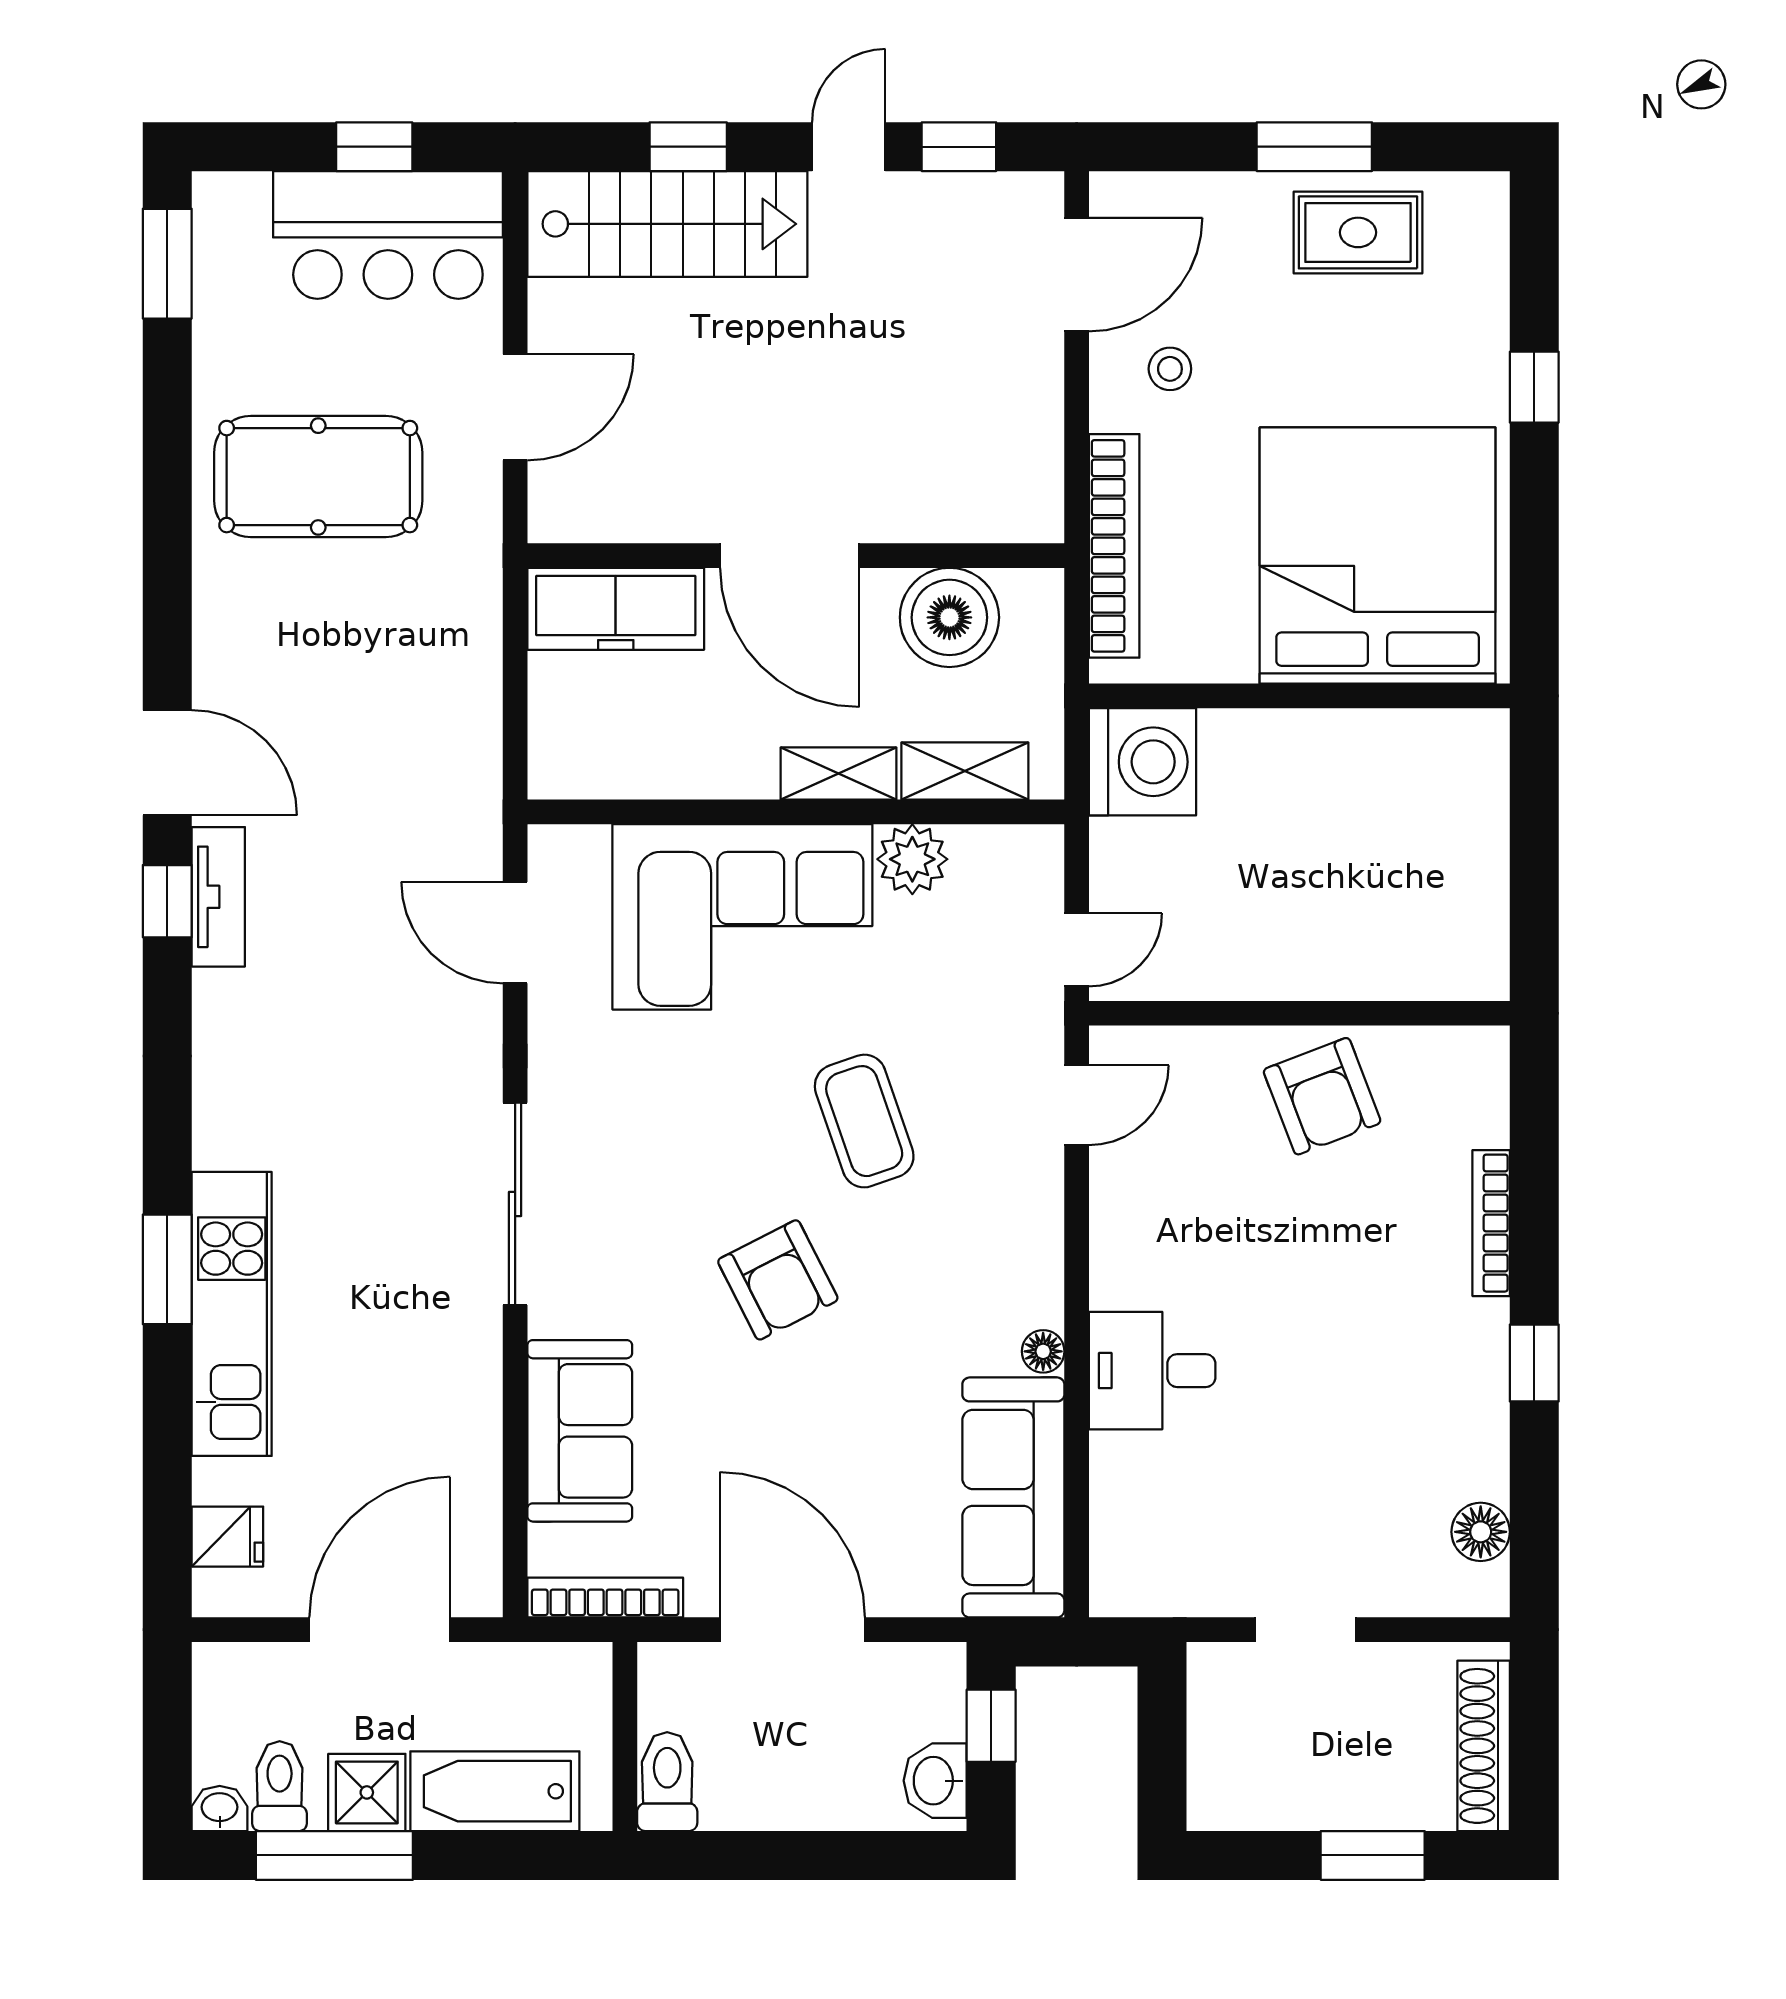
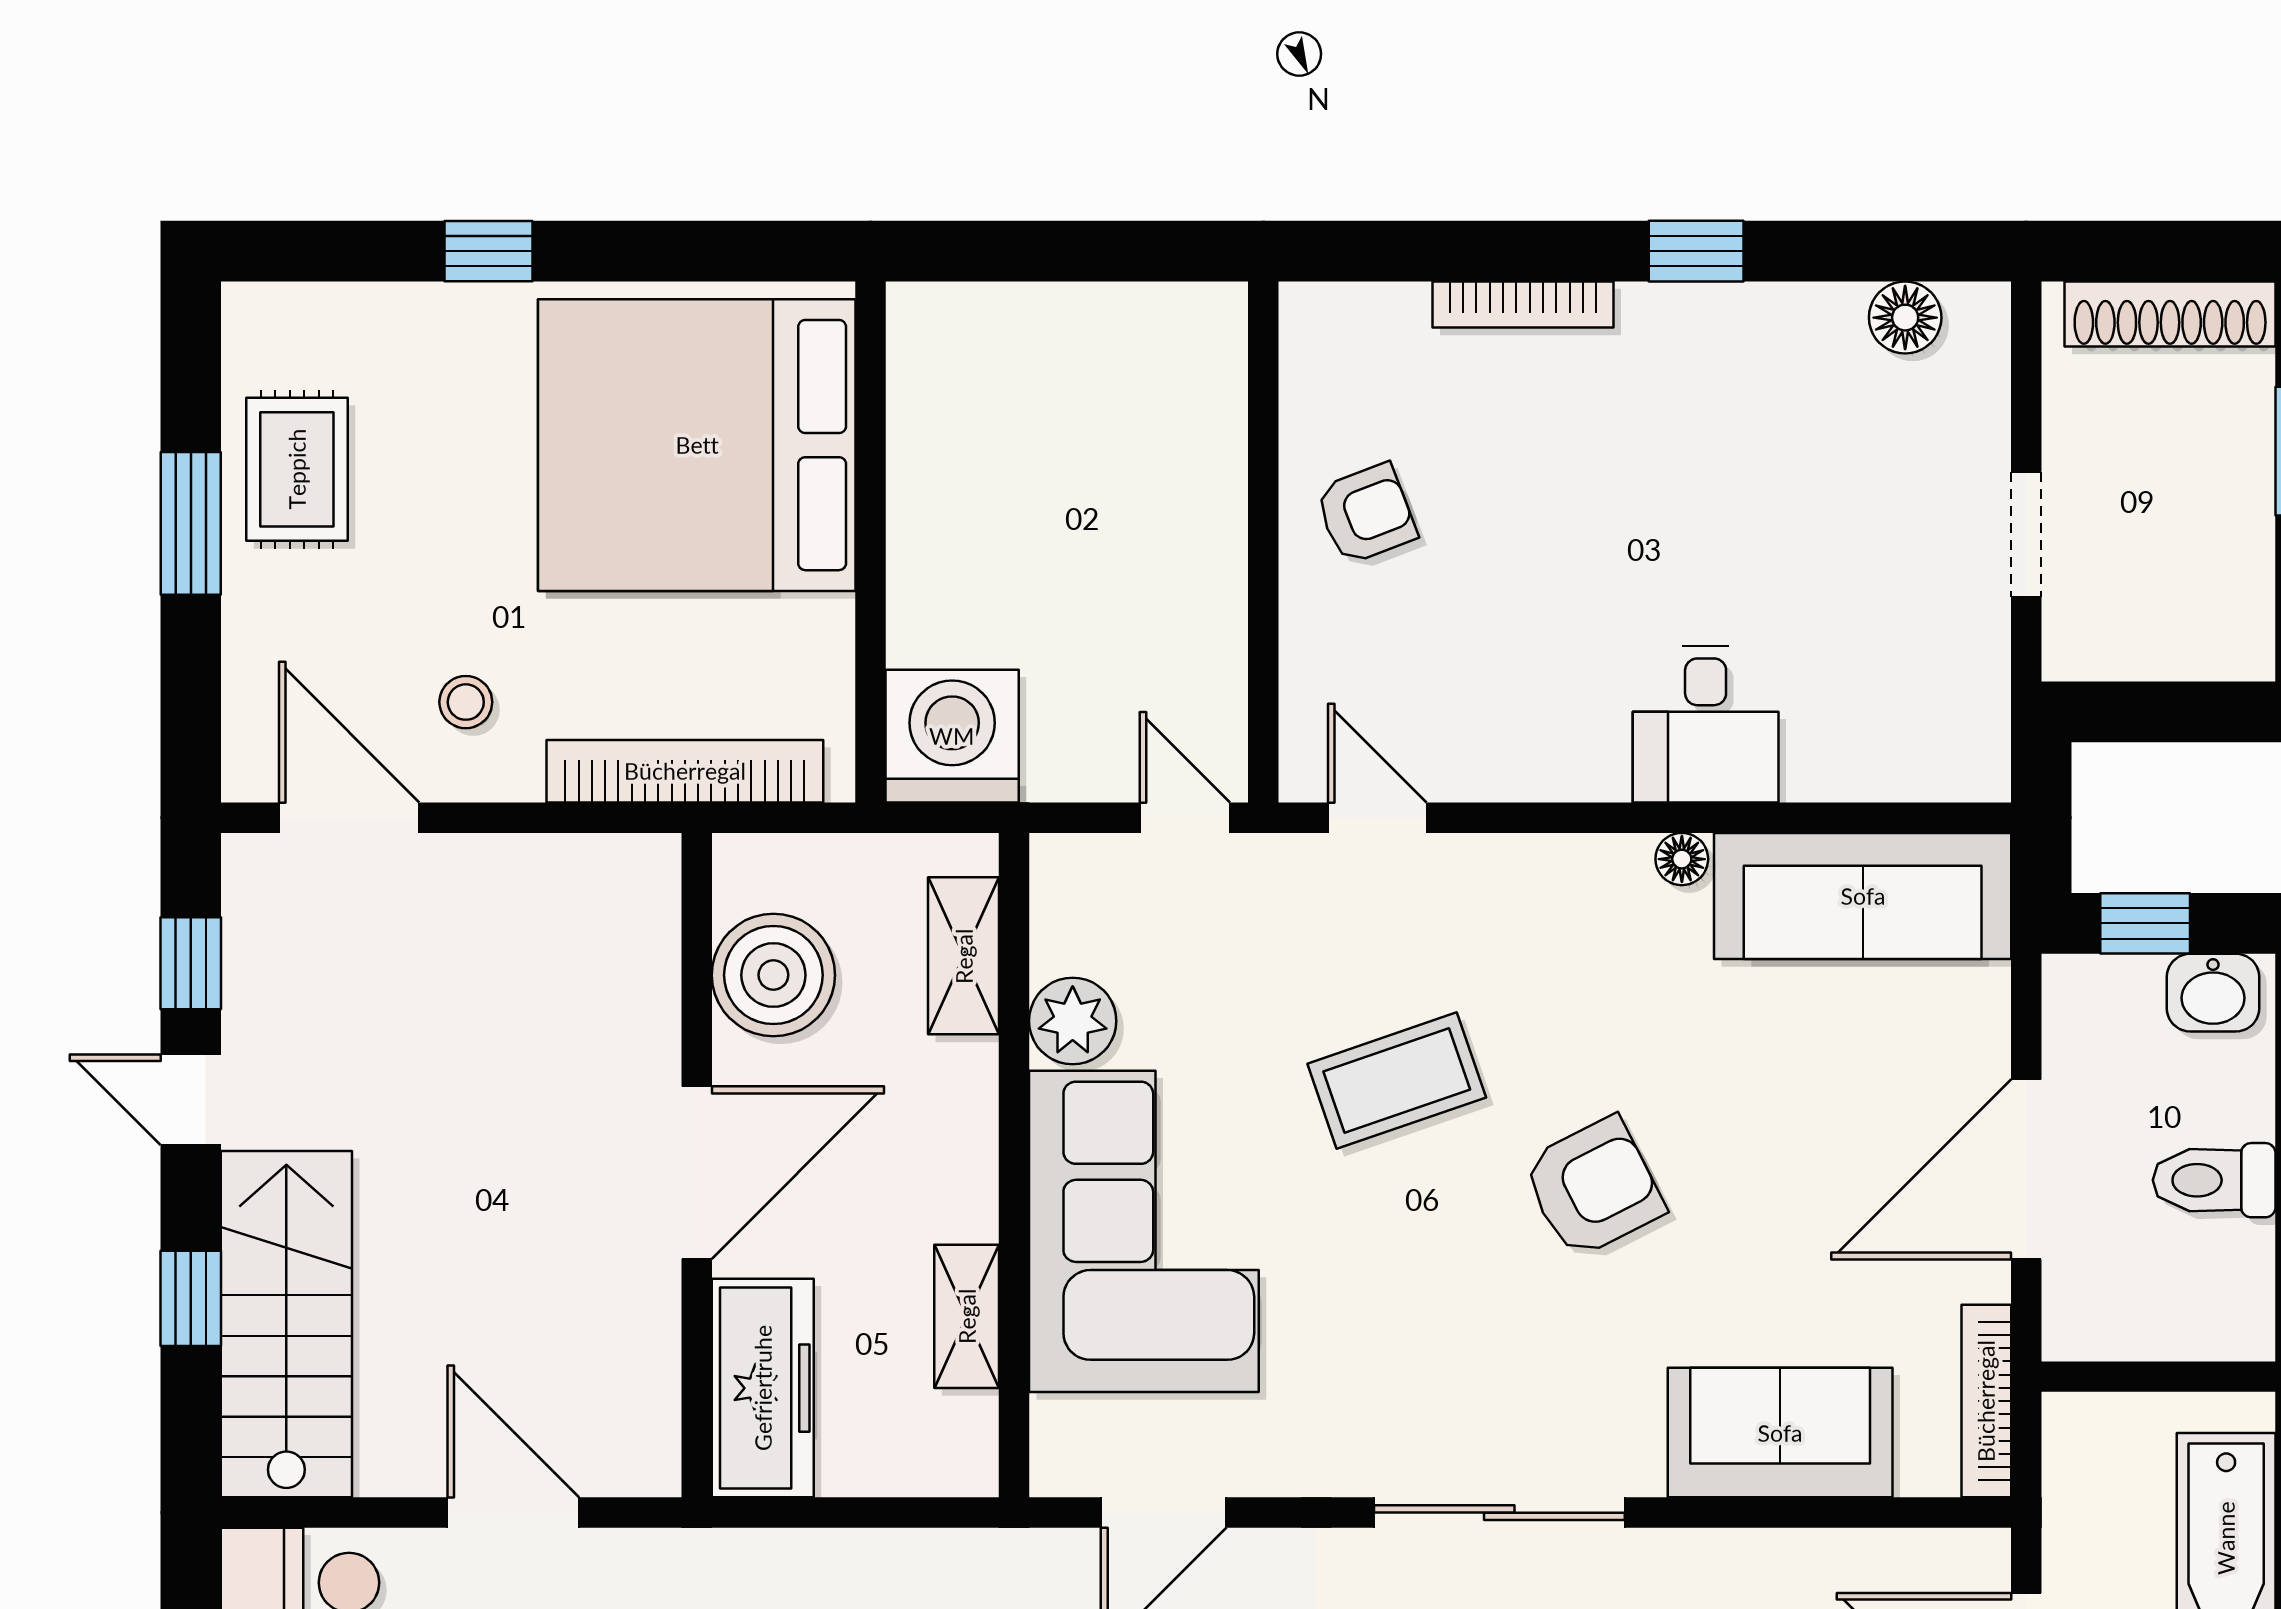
shelving: (839, 774) -> (967, 1316), moved
armchair: (1322, 1096) -> (1366, 514), width x0.72, depth x0.72
toilet: (667, 1782) -> (2214, 1180), moved

